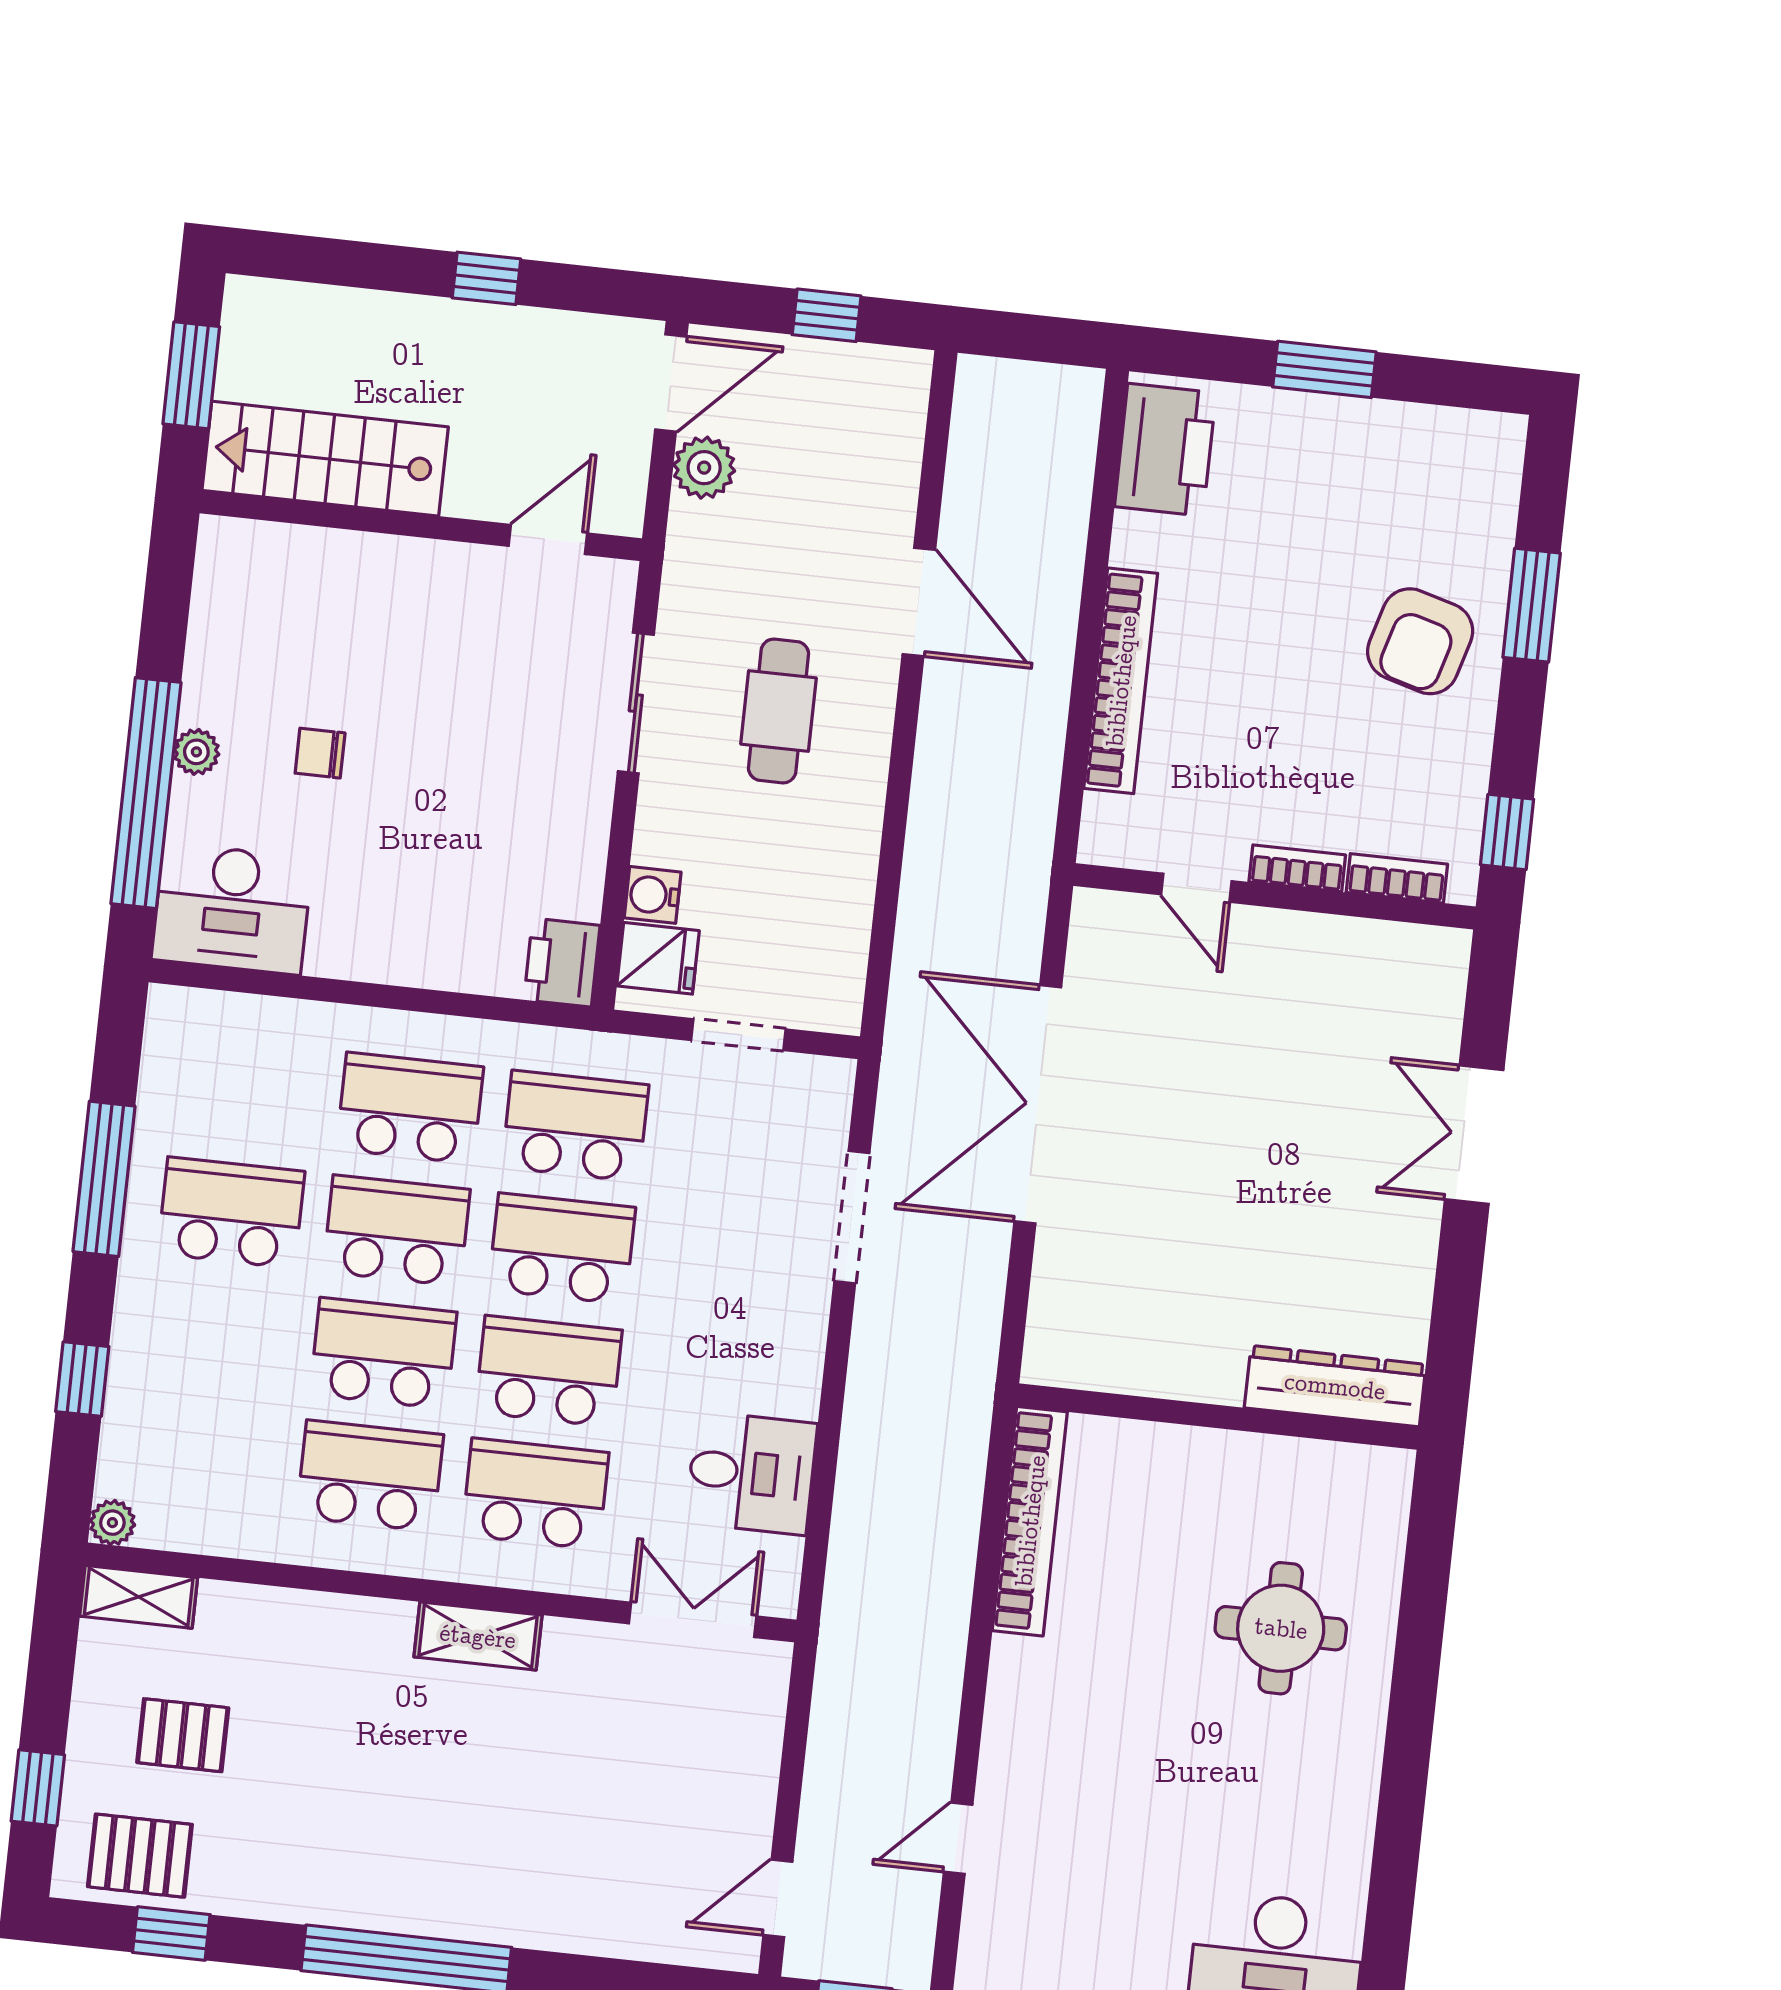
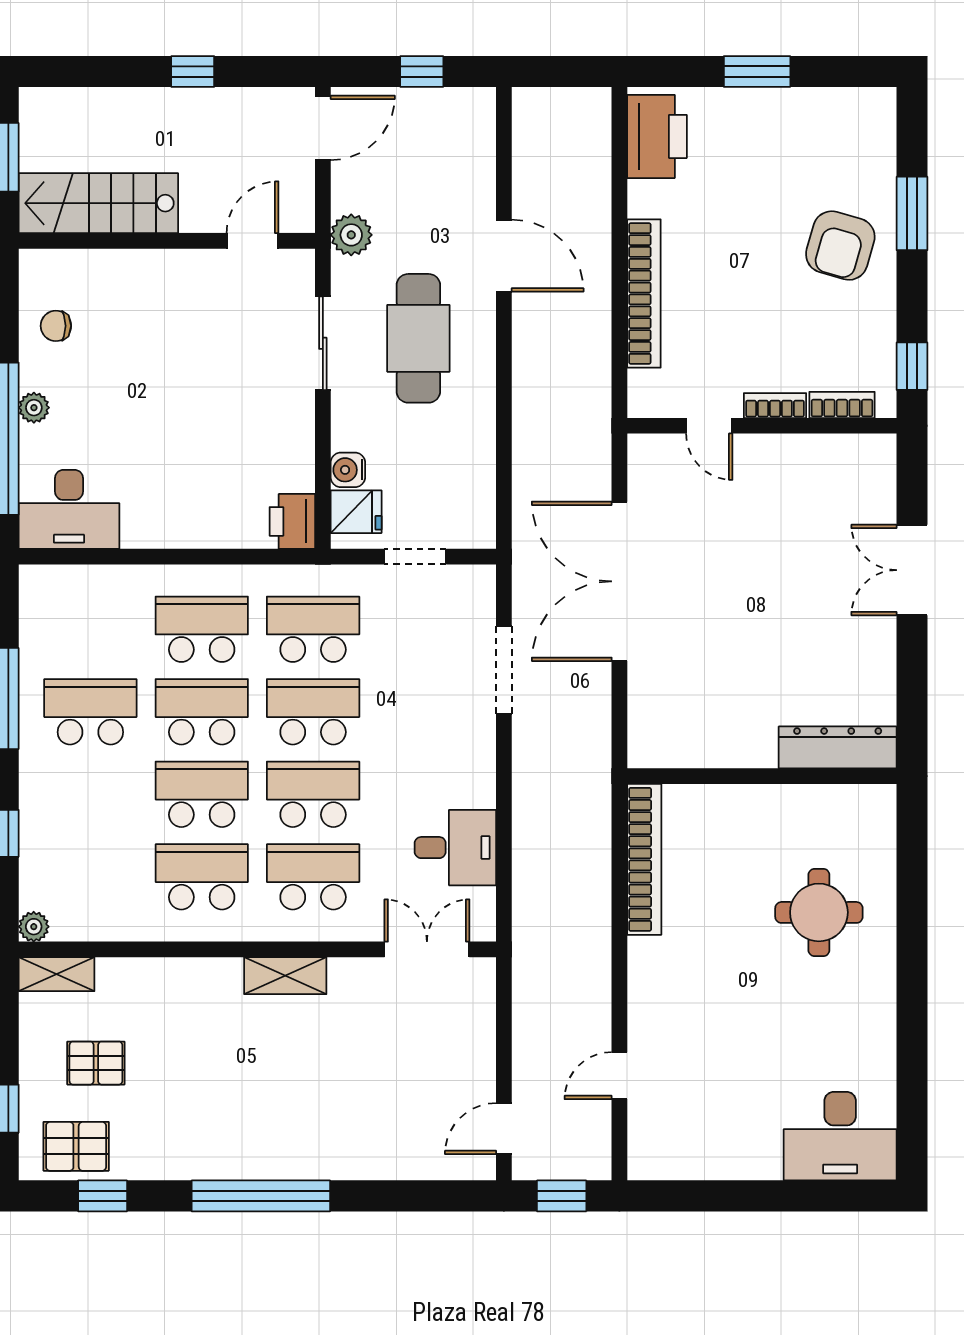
plant: (704, 468) -> (351, 235), moved
cafe table: (779, 711) -> (418, 338), width x1.37, depth x1.35
chair: (320, 753) -> (56, 326), moved

